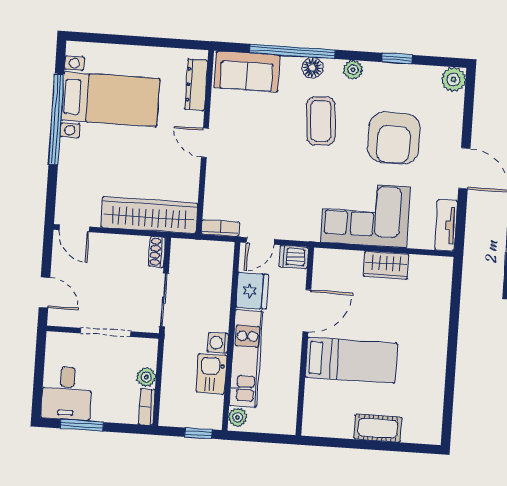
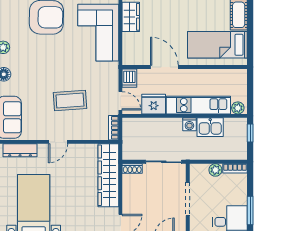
coffee table: (321, 121) -> (70, 100), moved
bed: (351, 360) -> (217, 45), moved, turned -90

